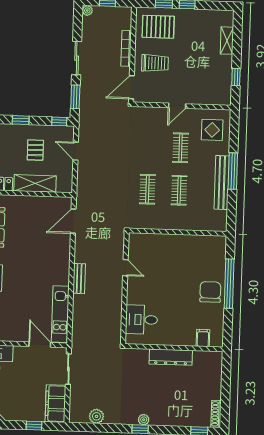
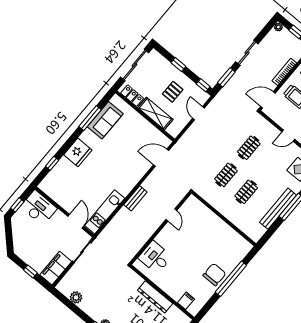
clothes rail: (181, 148) -> (249, 148), moved

